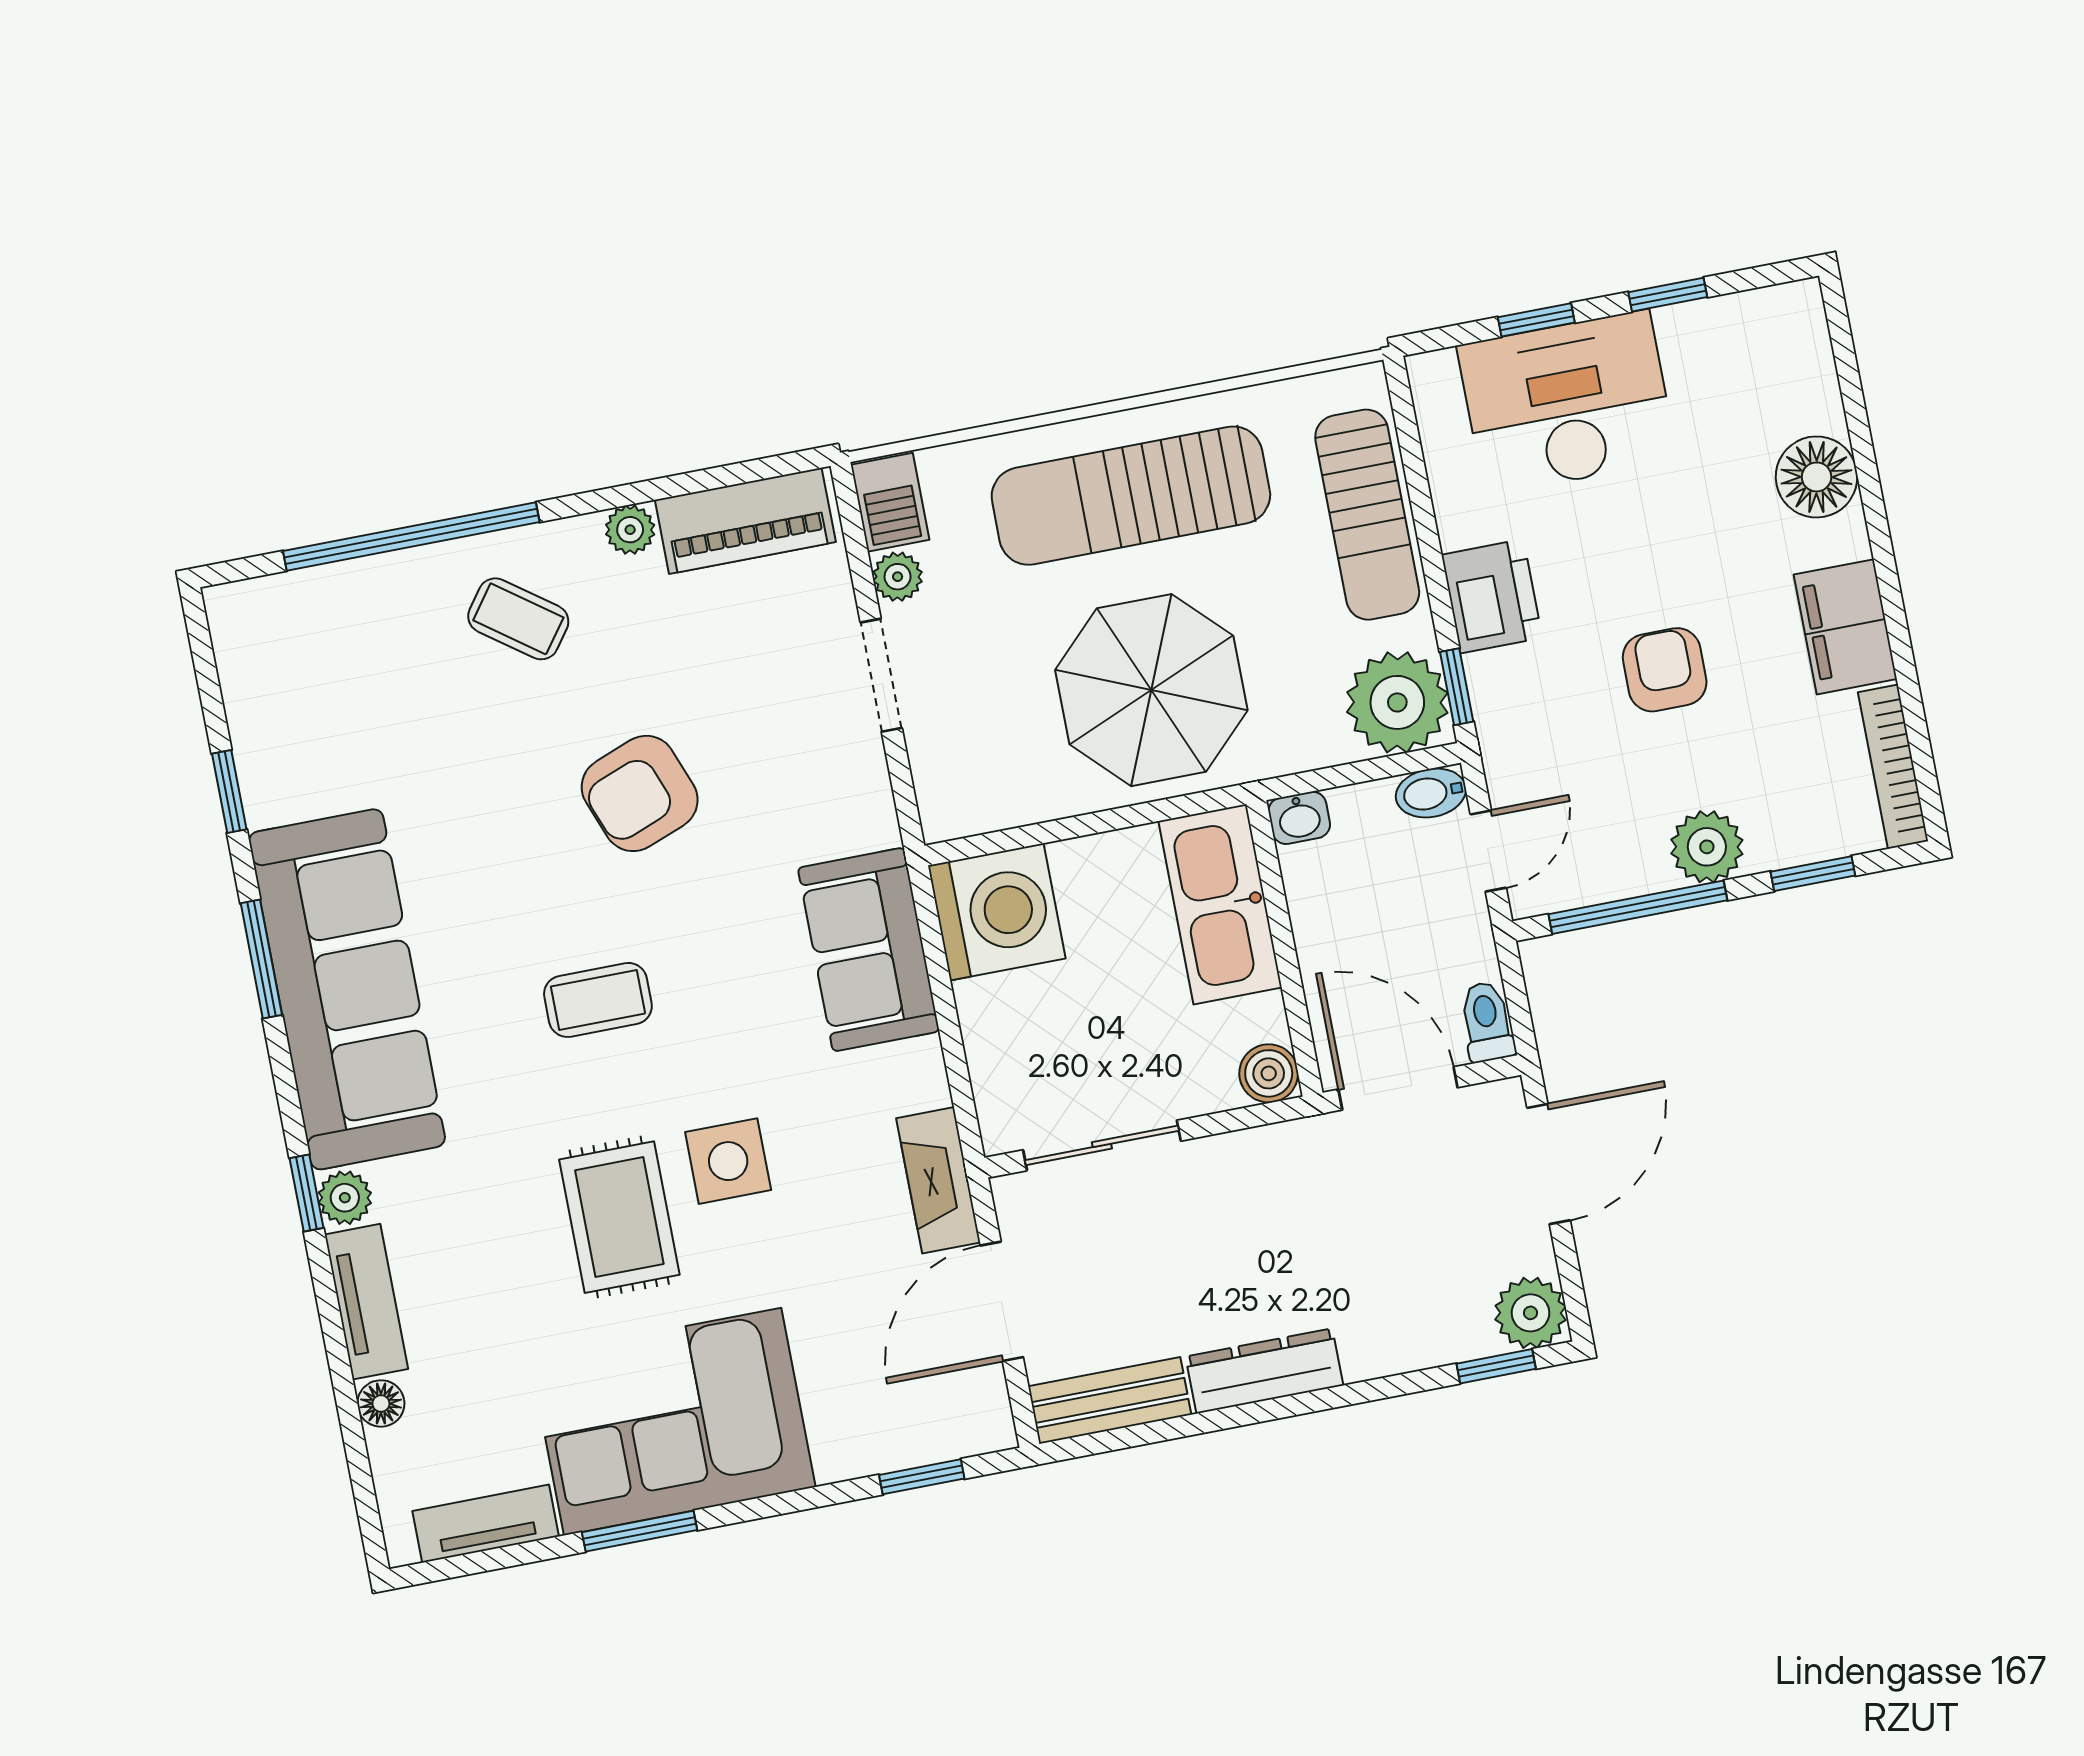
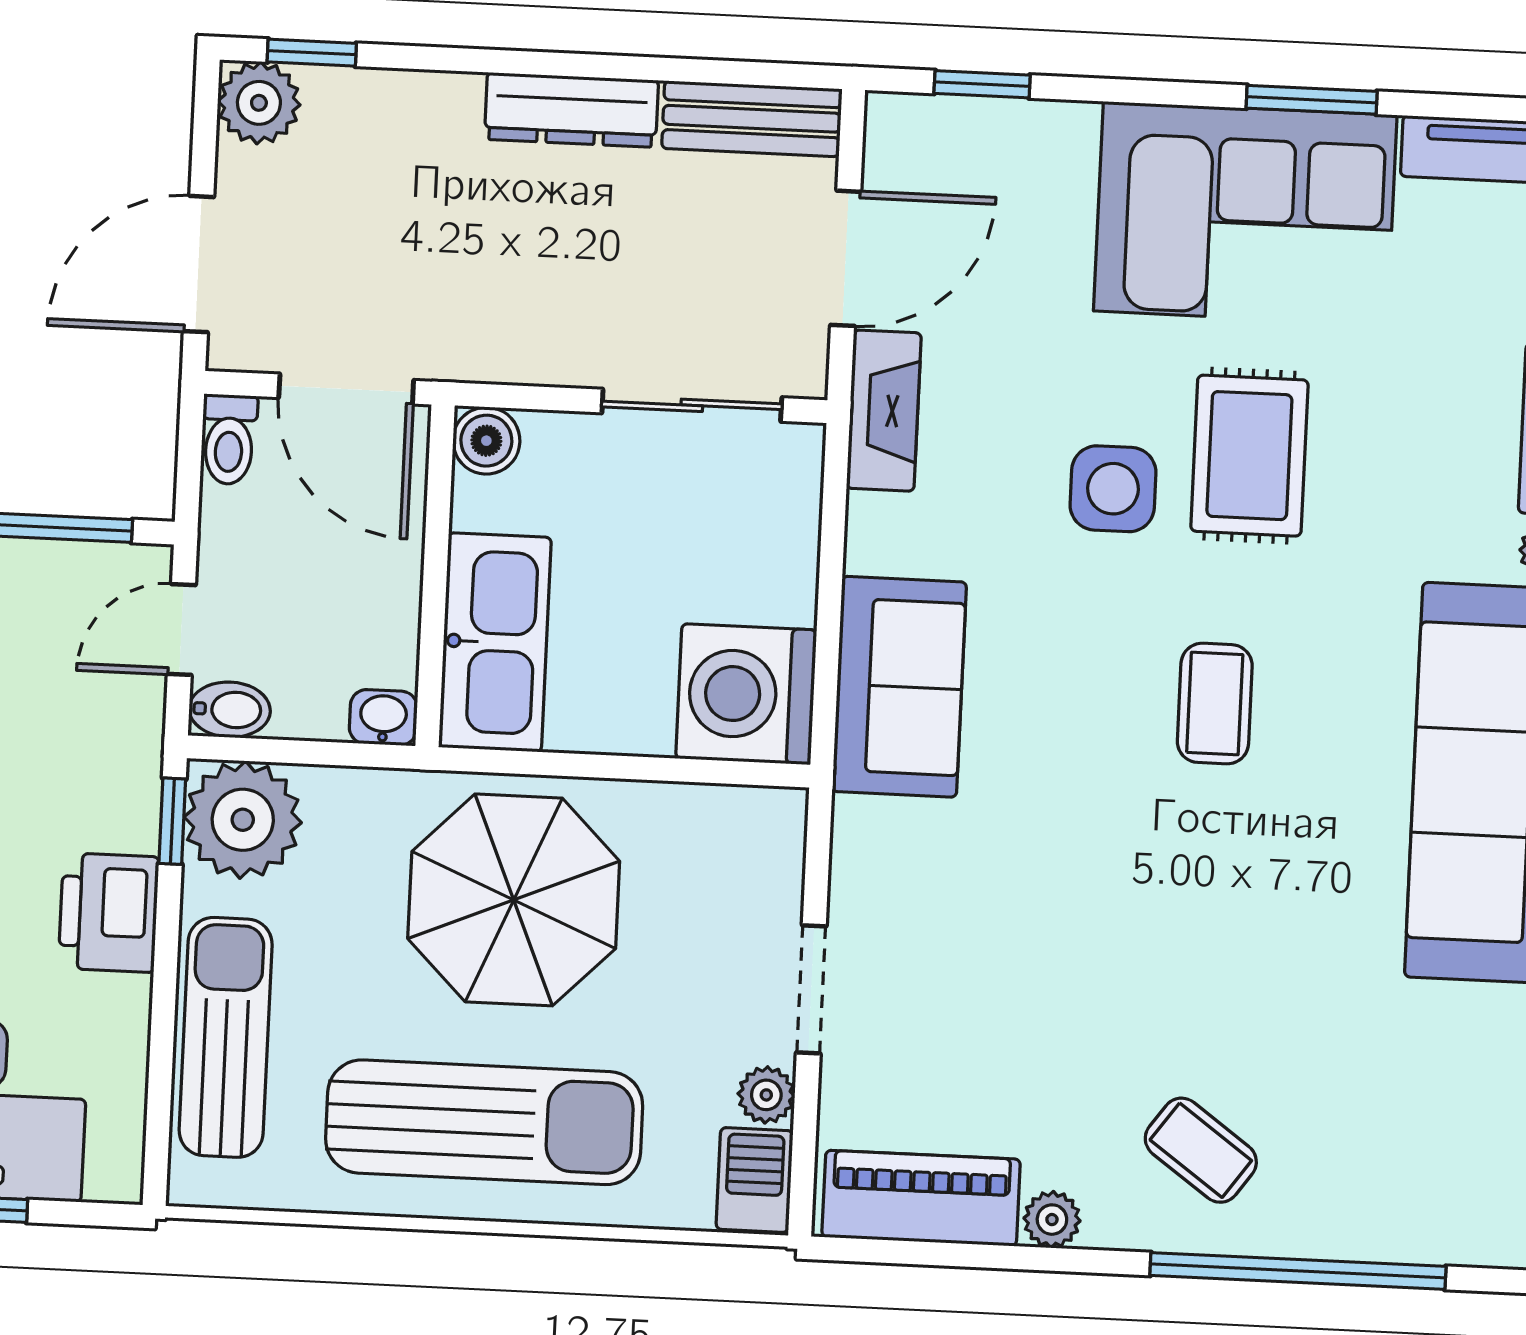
armchair: (640, 793) -> (1112, 923), removed
coffee table: (598, 1000) -> (1215, 704), turned 90

